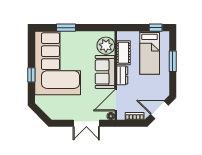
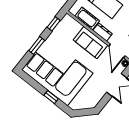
window: (96, 28) -> (54, 24), added
plant: (106, 46) -> (72, 27), removed

